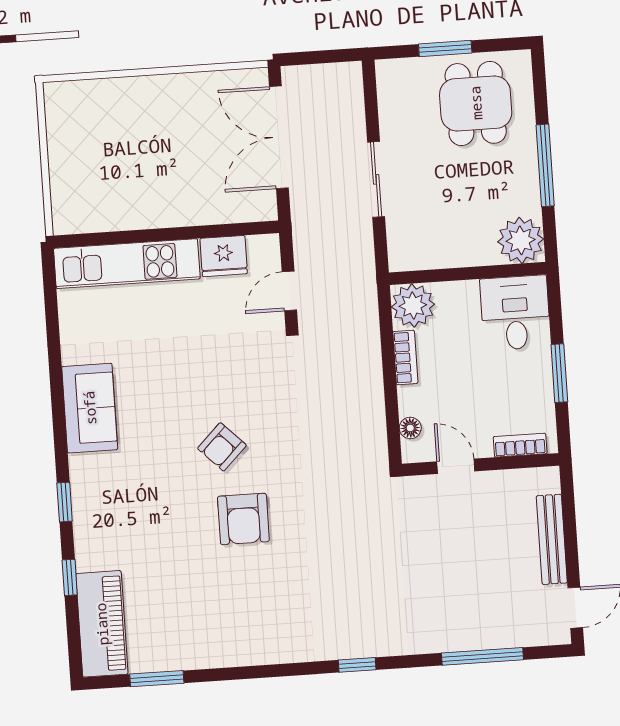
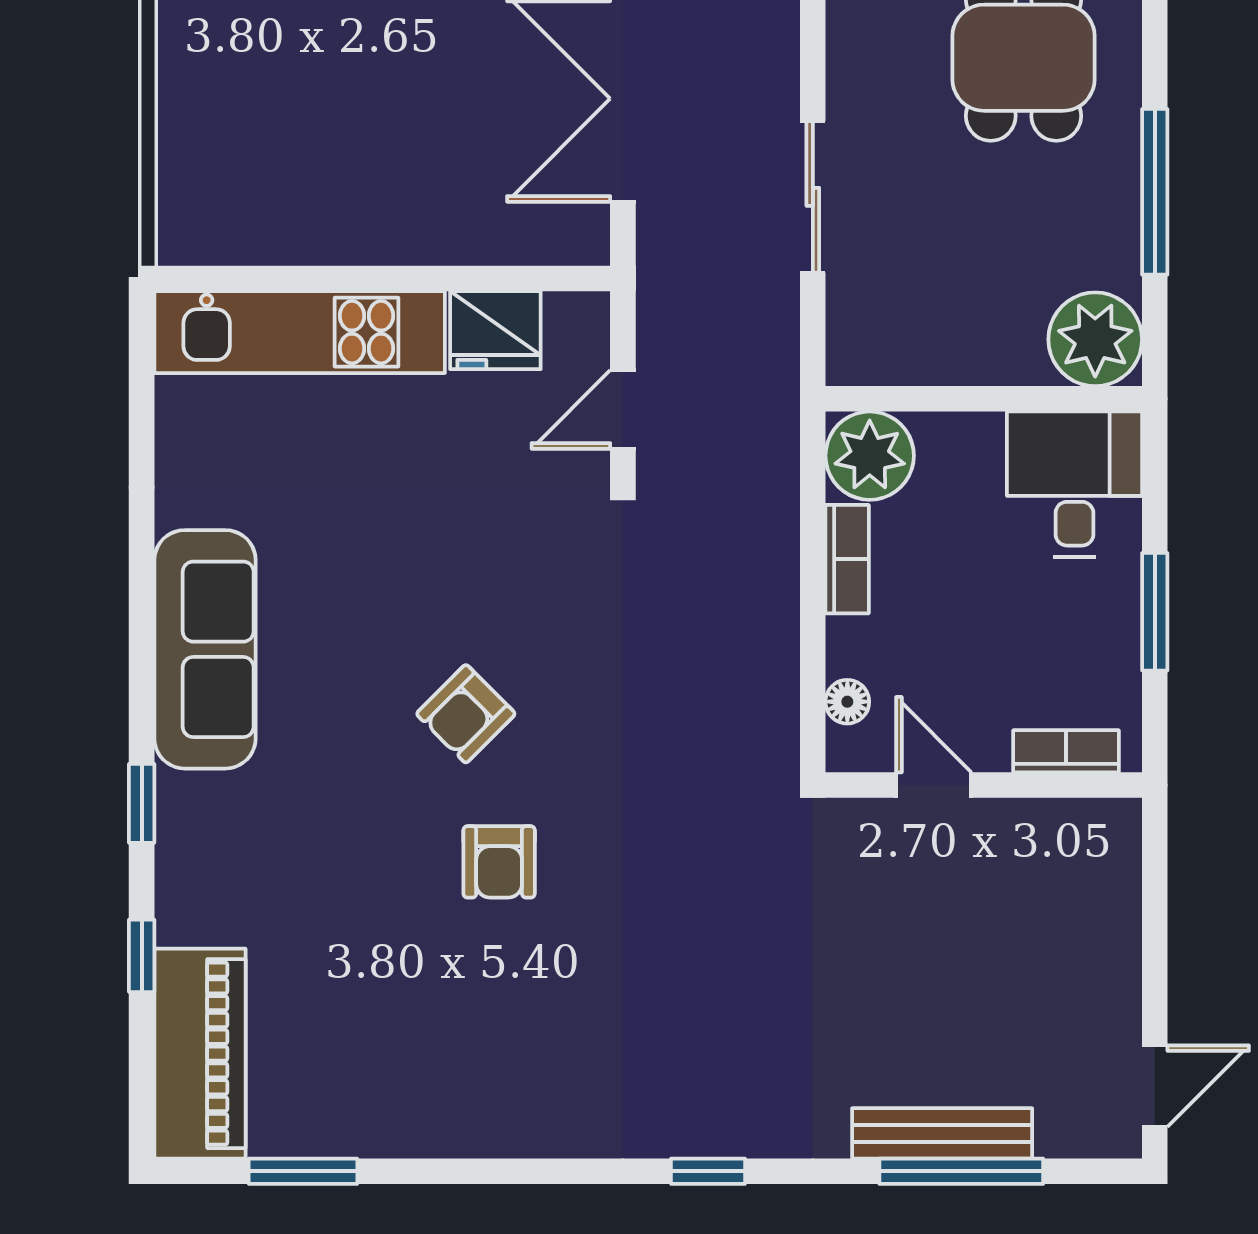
sofa: (90, 408) -> (205, 649), width x1.36
armchair: (243, 519) -> (499, 862), width x0.72, depth x0.72
bench: (552, 539) -> (942, 1133), moved, turned 90

